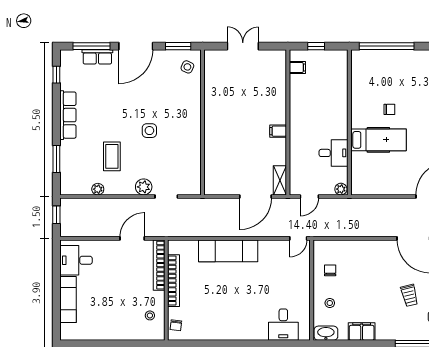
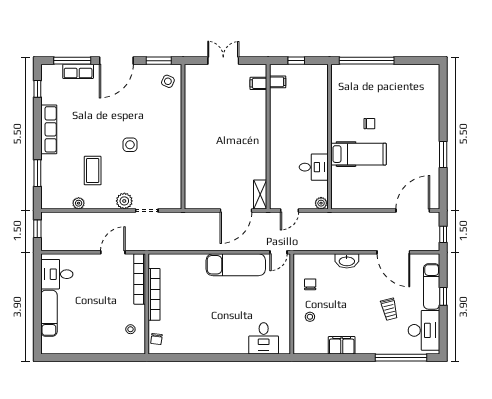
filing cabinet: (278, 131) -> (258, 83), moved
exam couch: (228, 251) -> (236, 265), moved
washbasin: (326, 333) -> (347, 261), moved, turned 180

